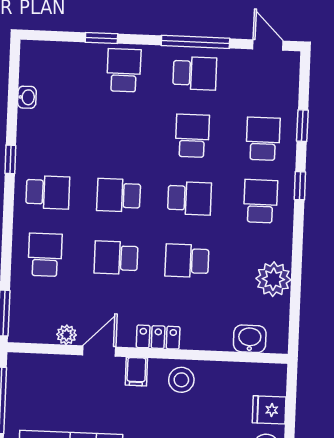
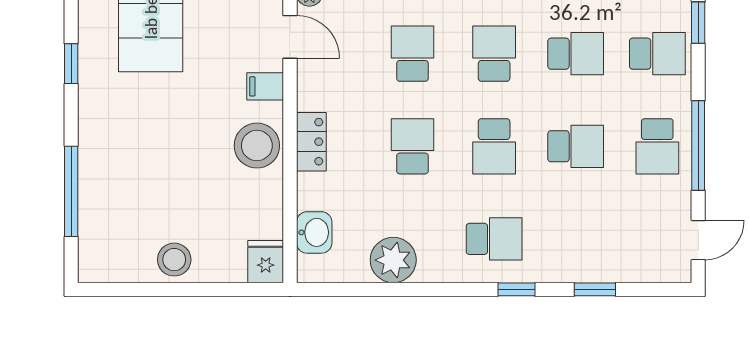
school desk: (263, 139) -> (576, 54), moved
locker: (158, 337) -> (311, 142), moved
stool: (181, 380) -> (257, 146), width x1.38, depth x1.38
fridge: (269, 410) -> (266, 262), moved

